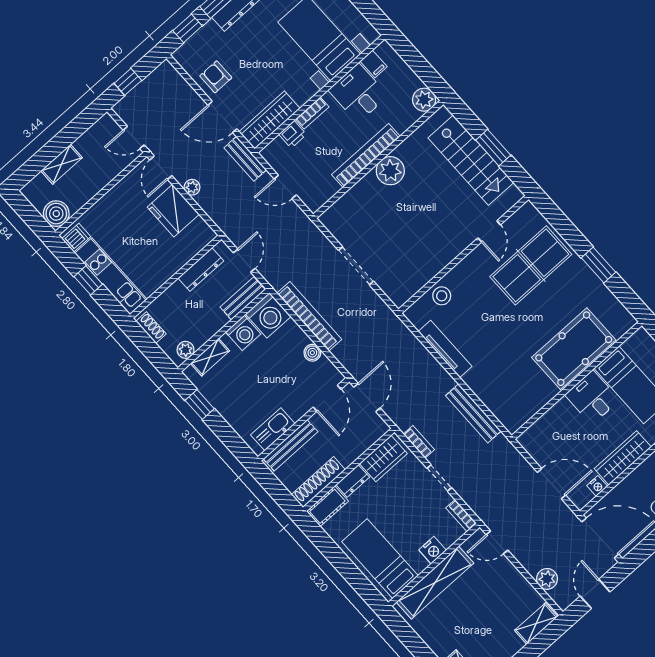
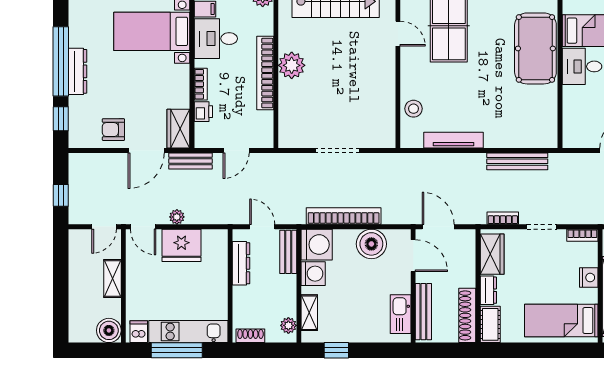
wardrobe: (269, 120) -> (178, 129), width x0.67
shelving: (61, 164) -> (112, 278), moved
window: (88, 280) -> (177, 350), width x2.17
boiler: (312, 353) -> (371, 244), width x1.86, depth x1.86

